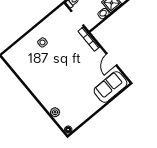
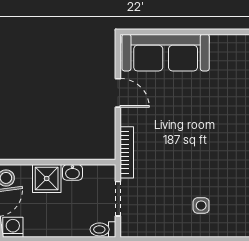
door: (112, 59) -> (118, 93), hinge flipped
sofa: (110, 87) -> (166, 53), width x1.36

